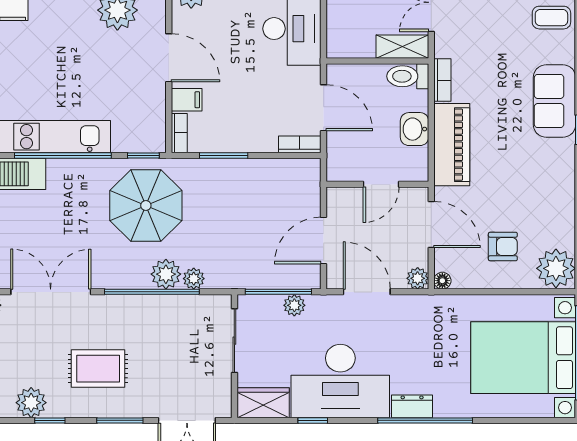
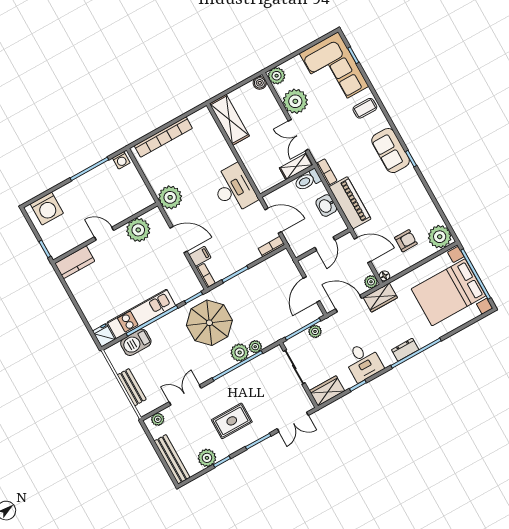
double door: (51, 292) -> (185, 395), width x0.73
wardrobe: (418, 309) -> (380, 298), added
desk: (340, 381) -> (363, 362), width x0.53, depth x0.77

